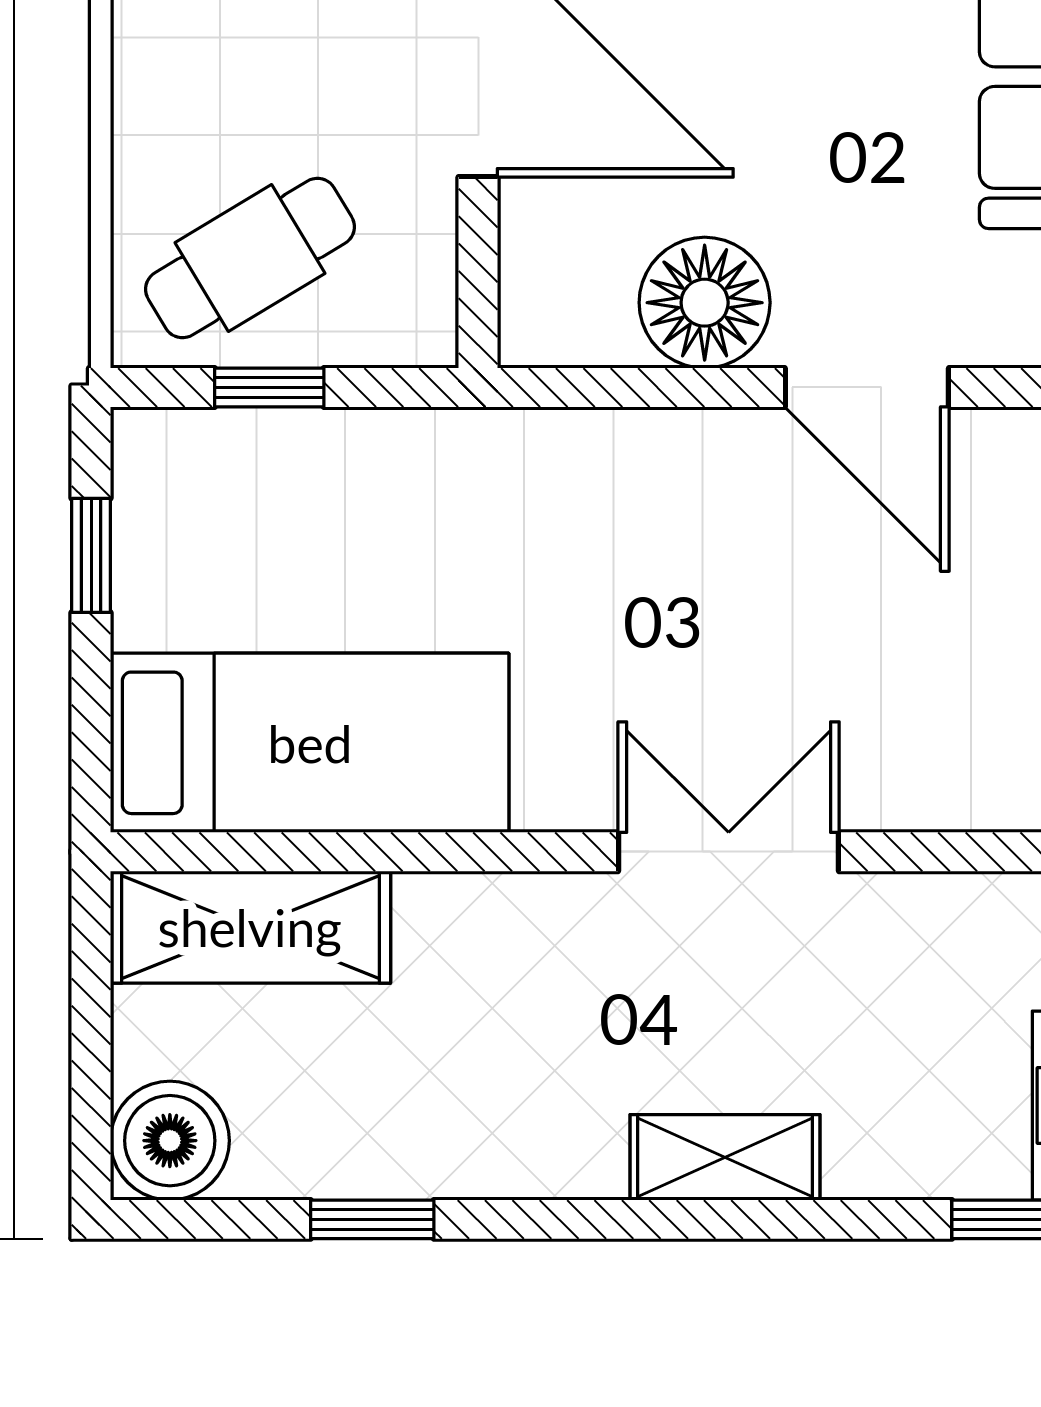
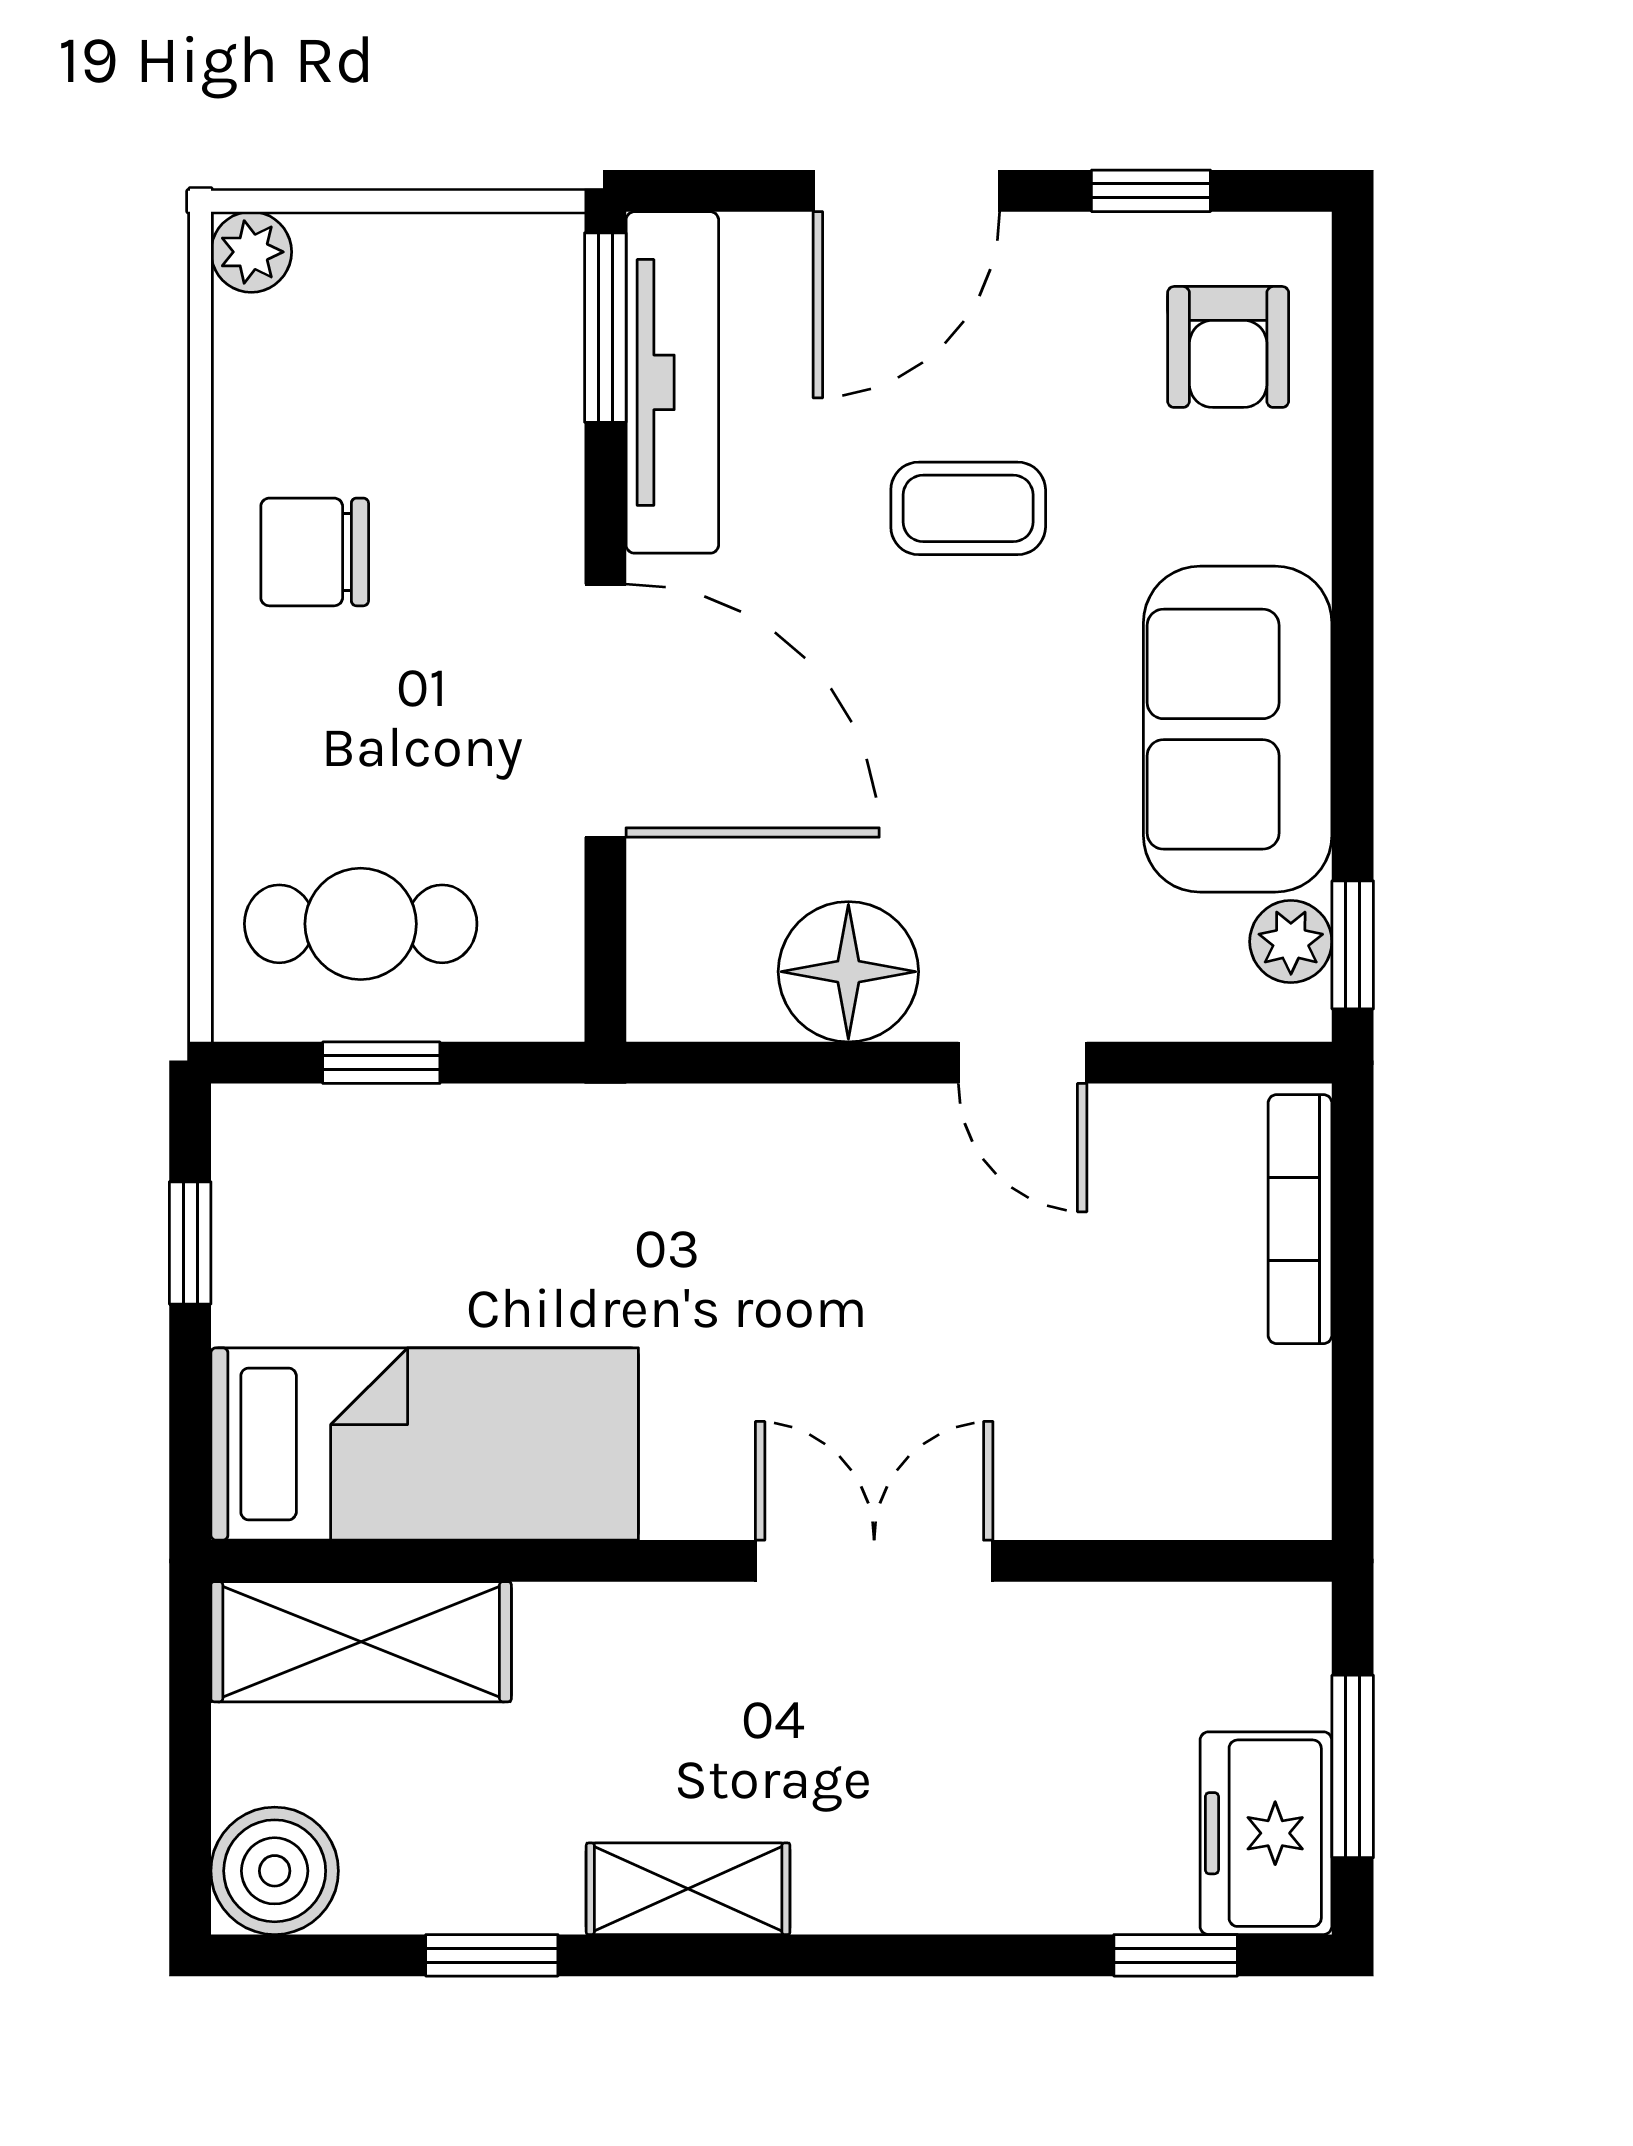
cafe table: (250, 258) -> (361, 924), turned 31
door: (867, 387) -> (1023, 1063), width x0.73
shelving: (725, 1157) -> (688, 1889), moved

